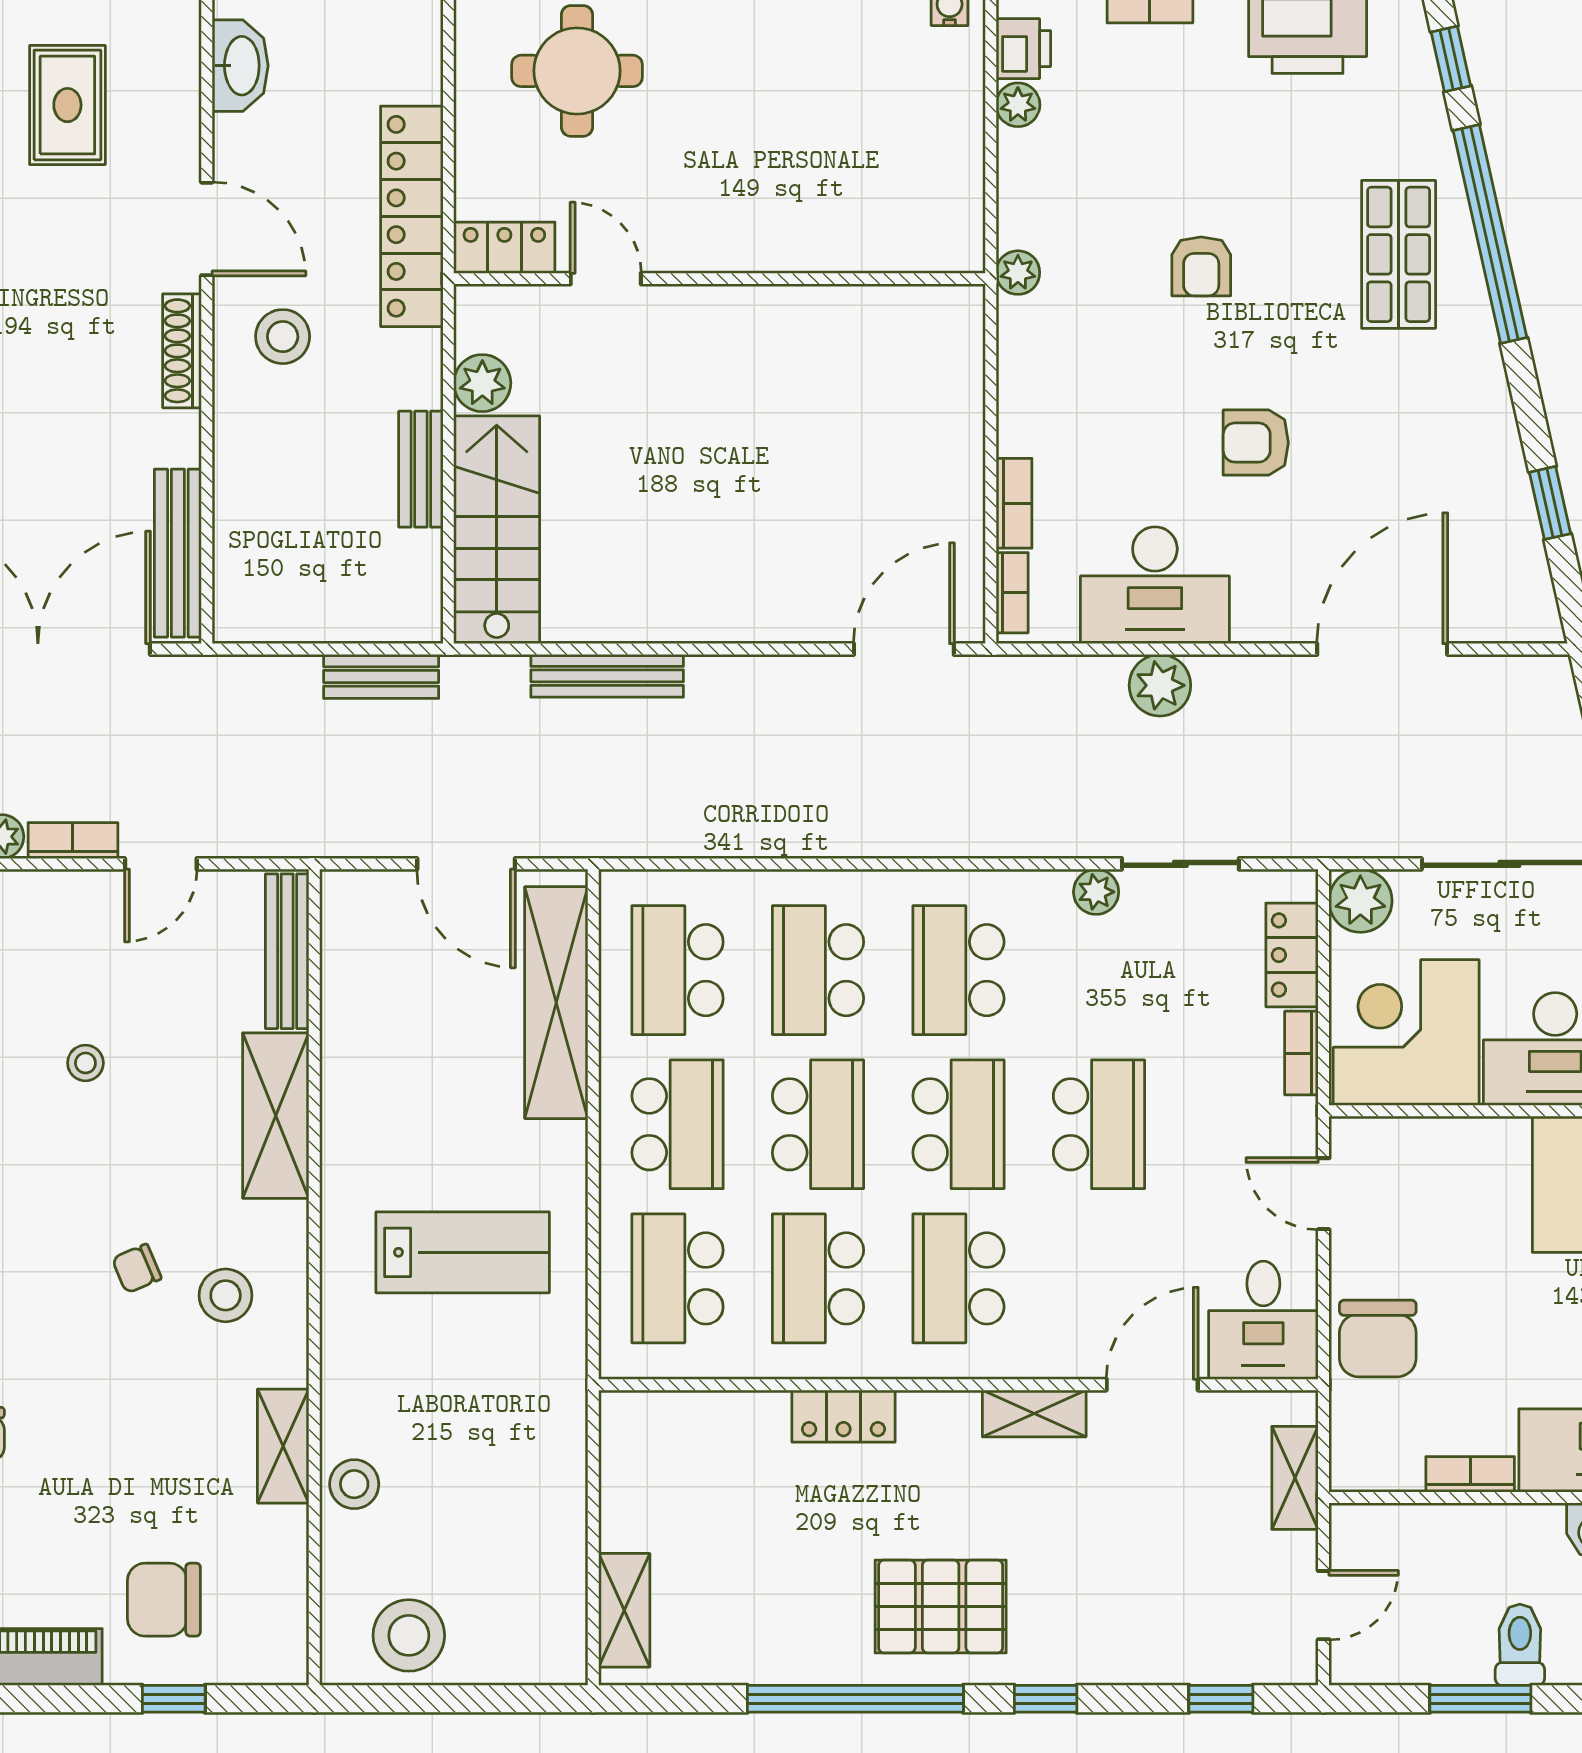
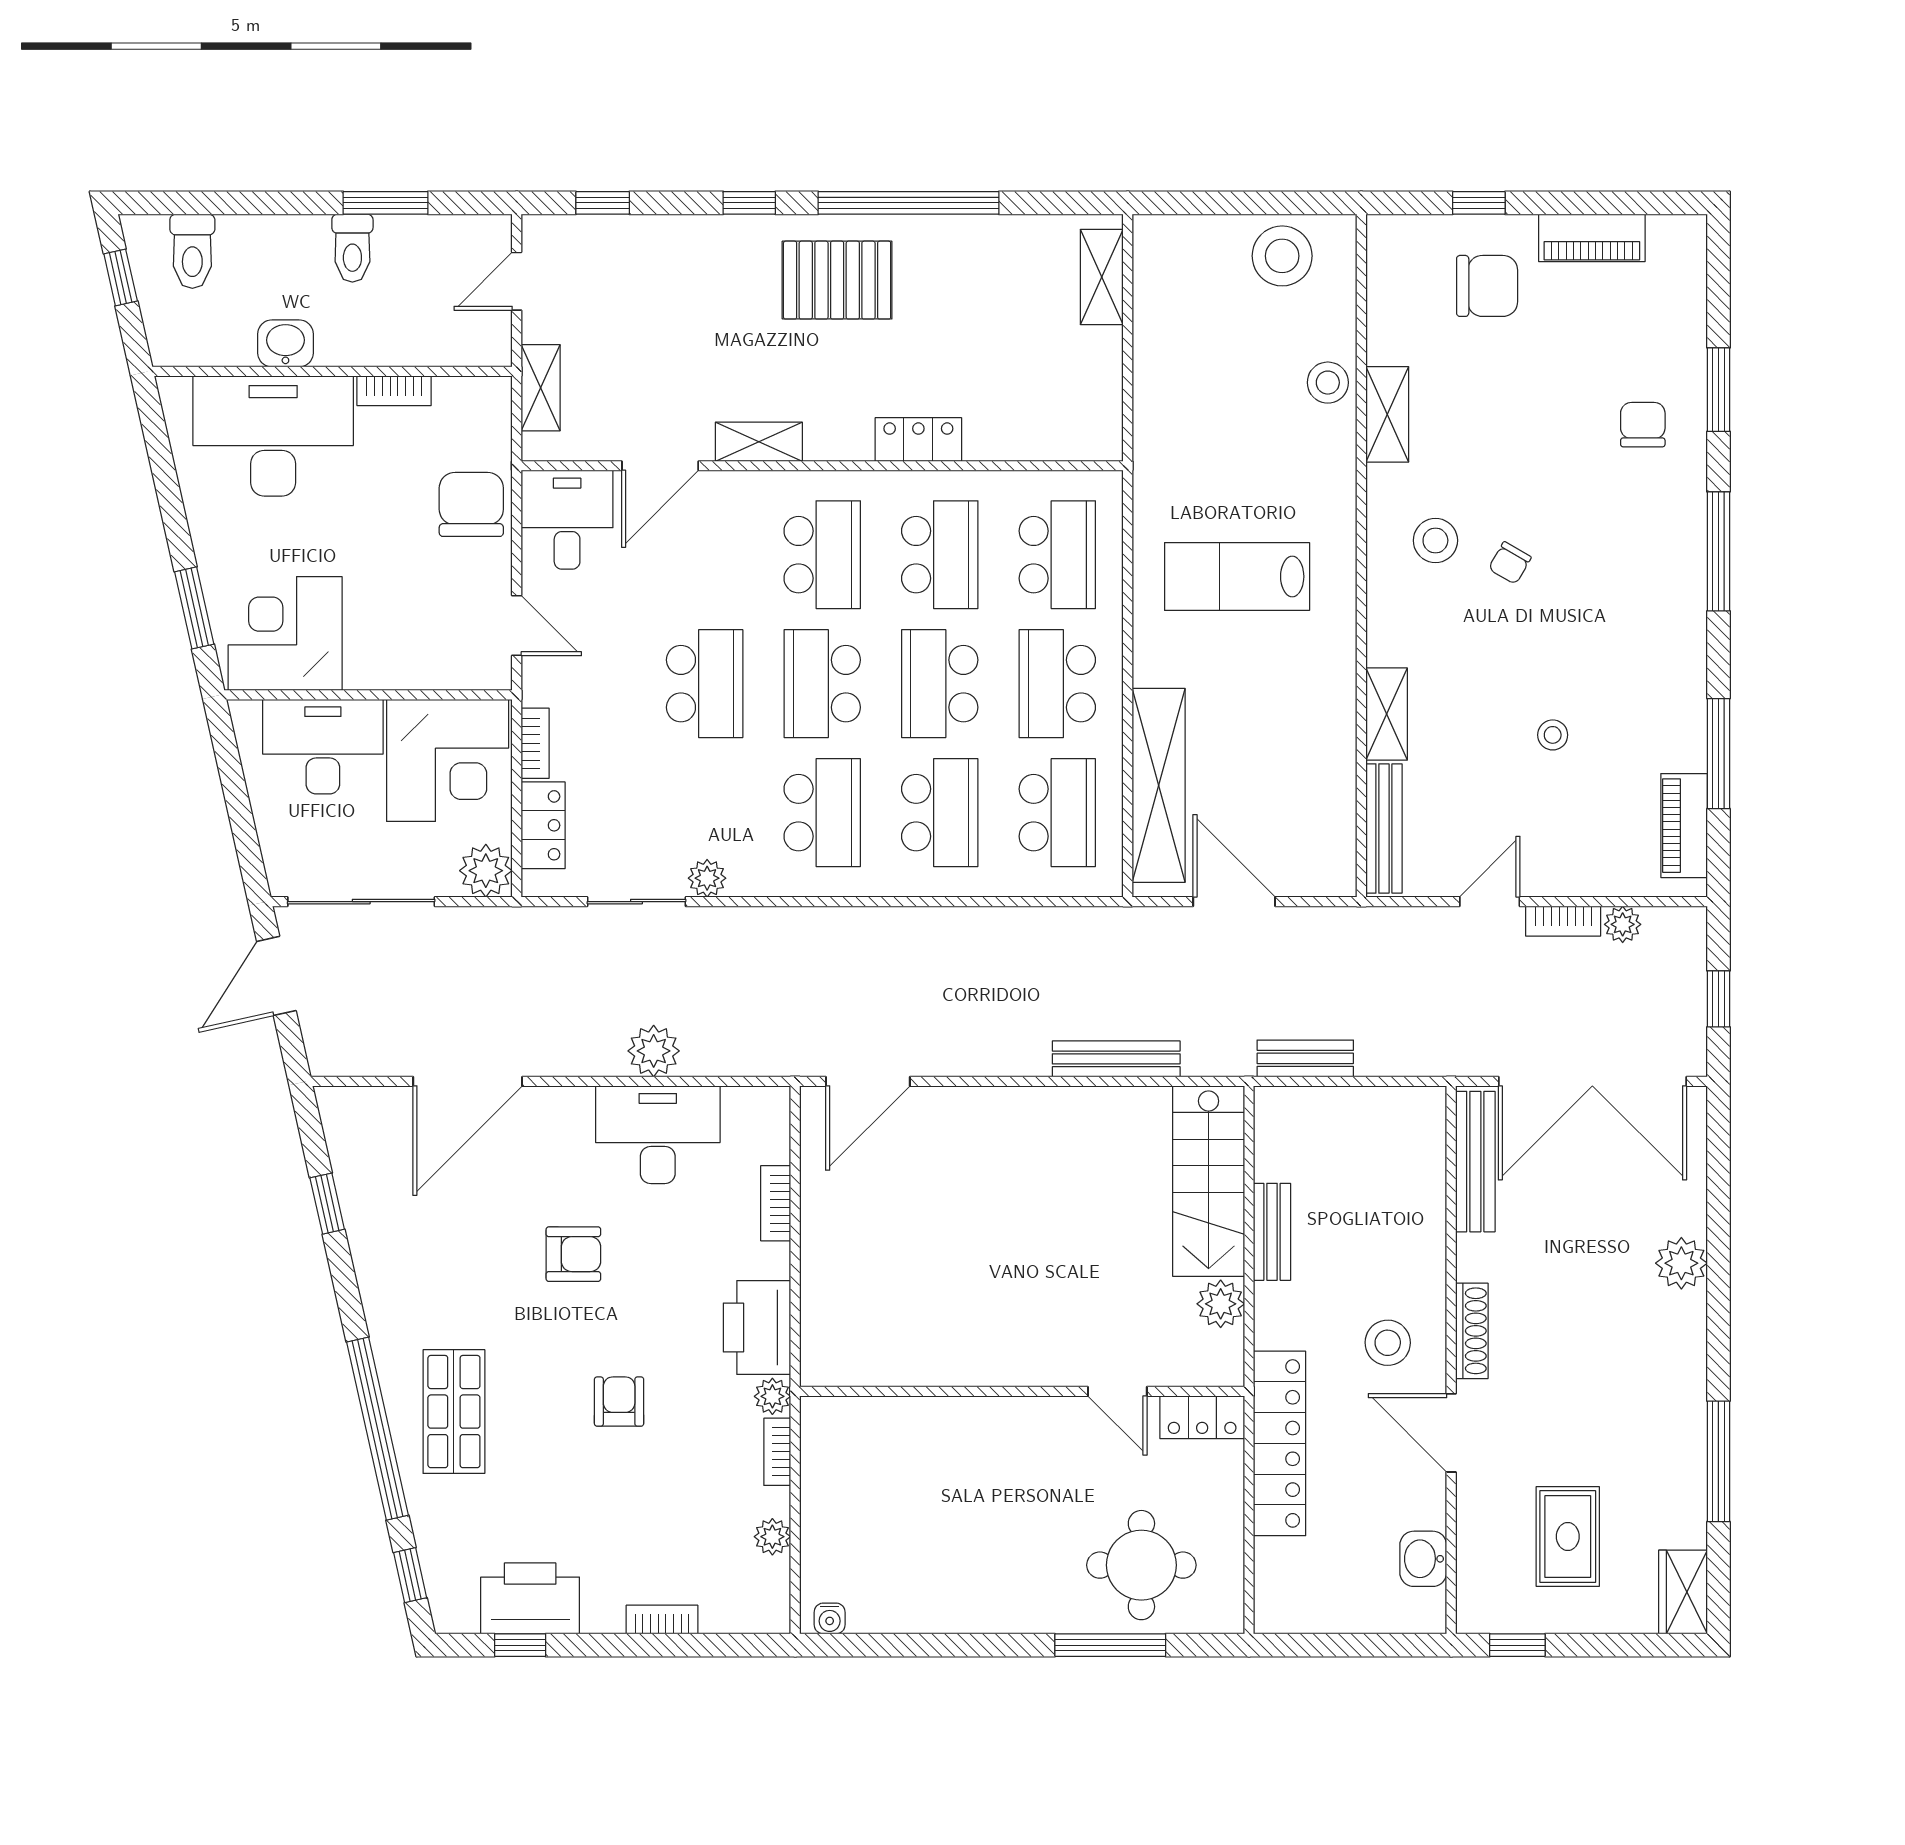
printer: (1023, 49) -> (757, 1327), moved, width x1.87, depth x1.48
washbasin: (240, 66) -> (1423, 1559), width x0.72
bookcase: (1012, 593) -> (777, 1452), moved
shelving: (276, 1116) -> (1387, 714), width x0.67, depth x0.75
school desk: (1099, 1124) -> (705, 684), turned 180
chair: (137, 1269) -> (1510, 563), turned 143

